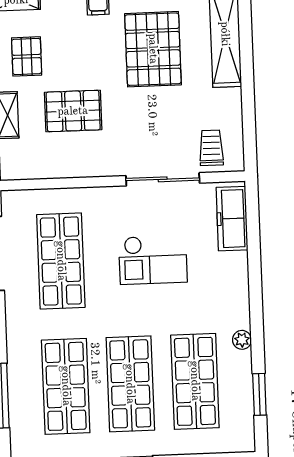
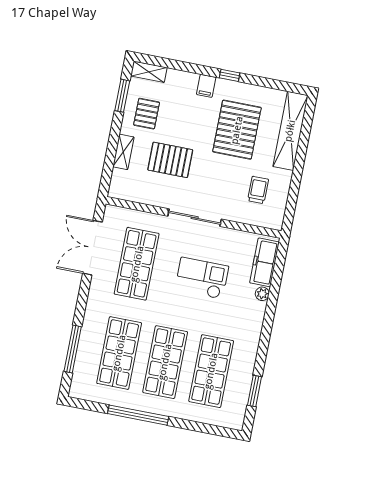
trolley: (211, 148) -> (258, 190), moved
sliding door: (163, 179) -> (195, 218), moved
checkout: (153, 260) -> (202, 278), turned 180
plant: (242, 340) -> (262, 294), moved

